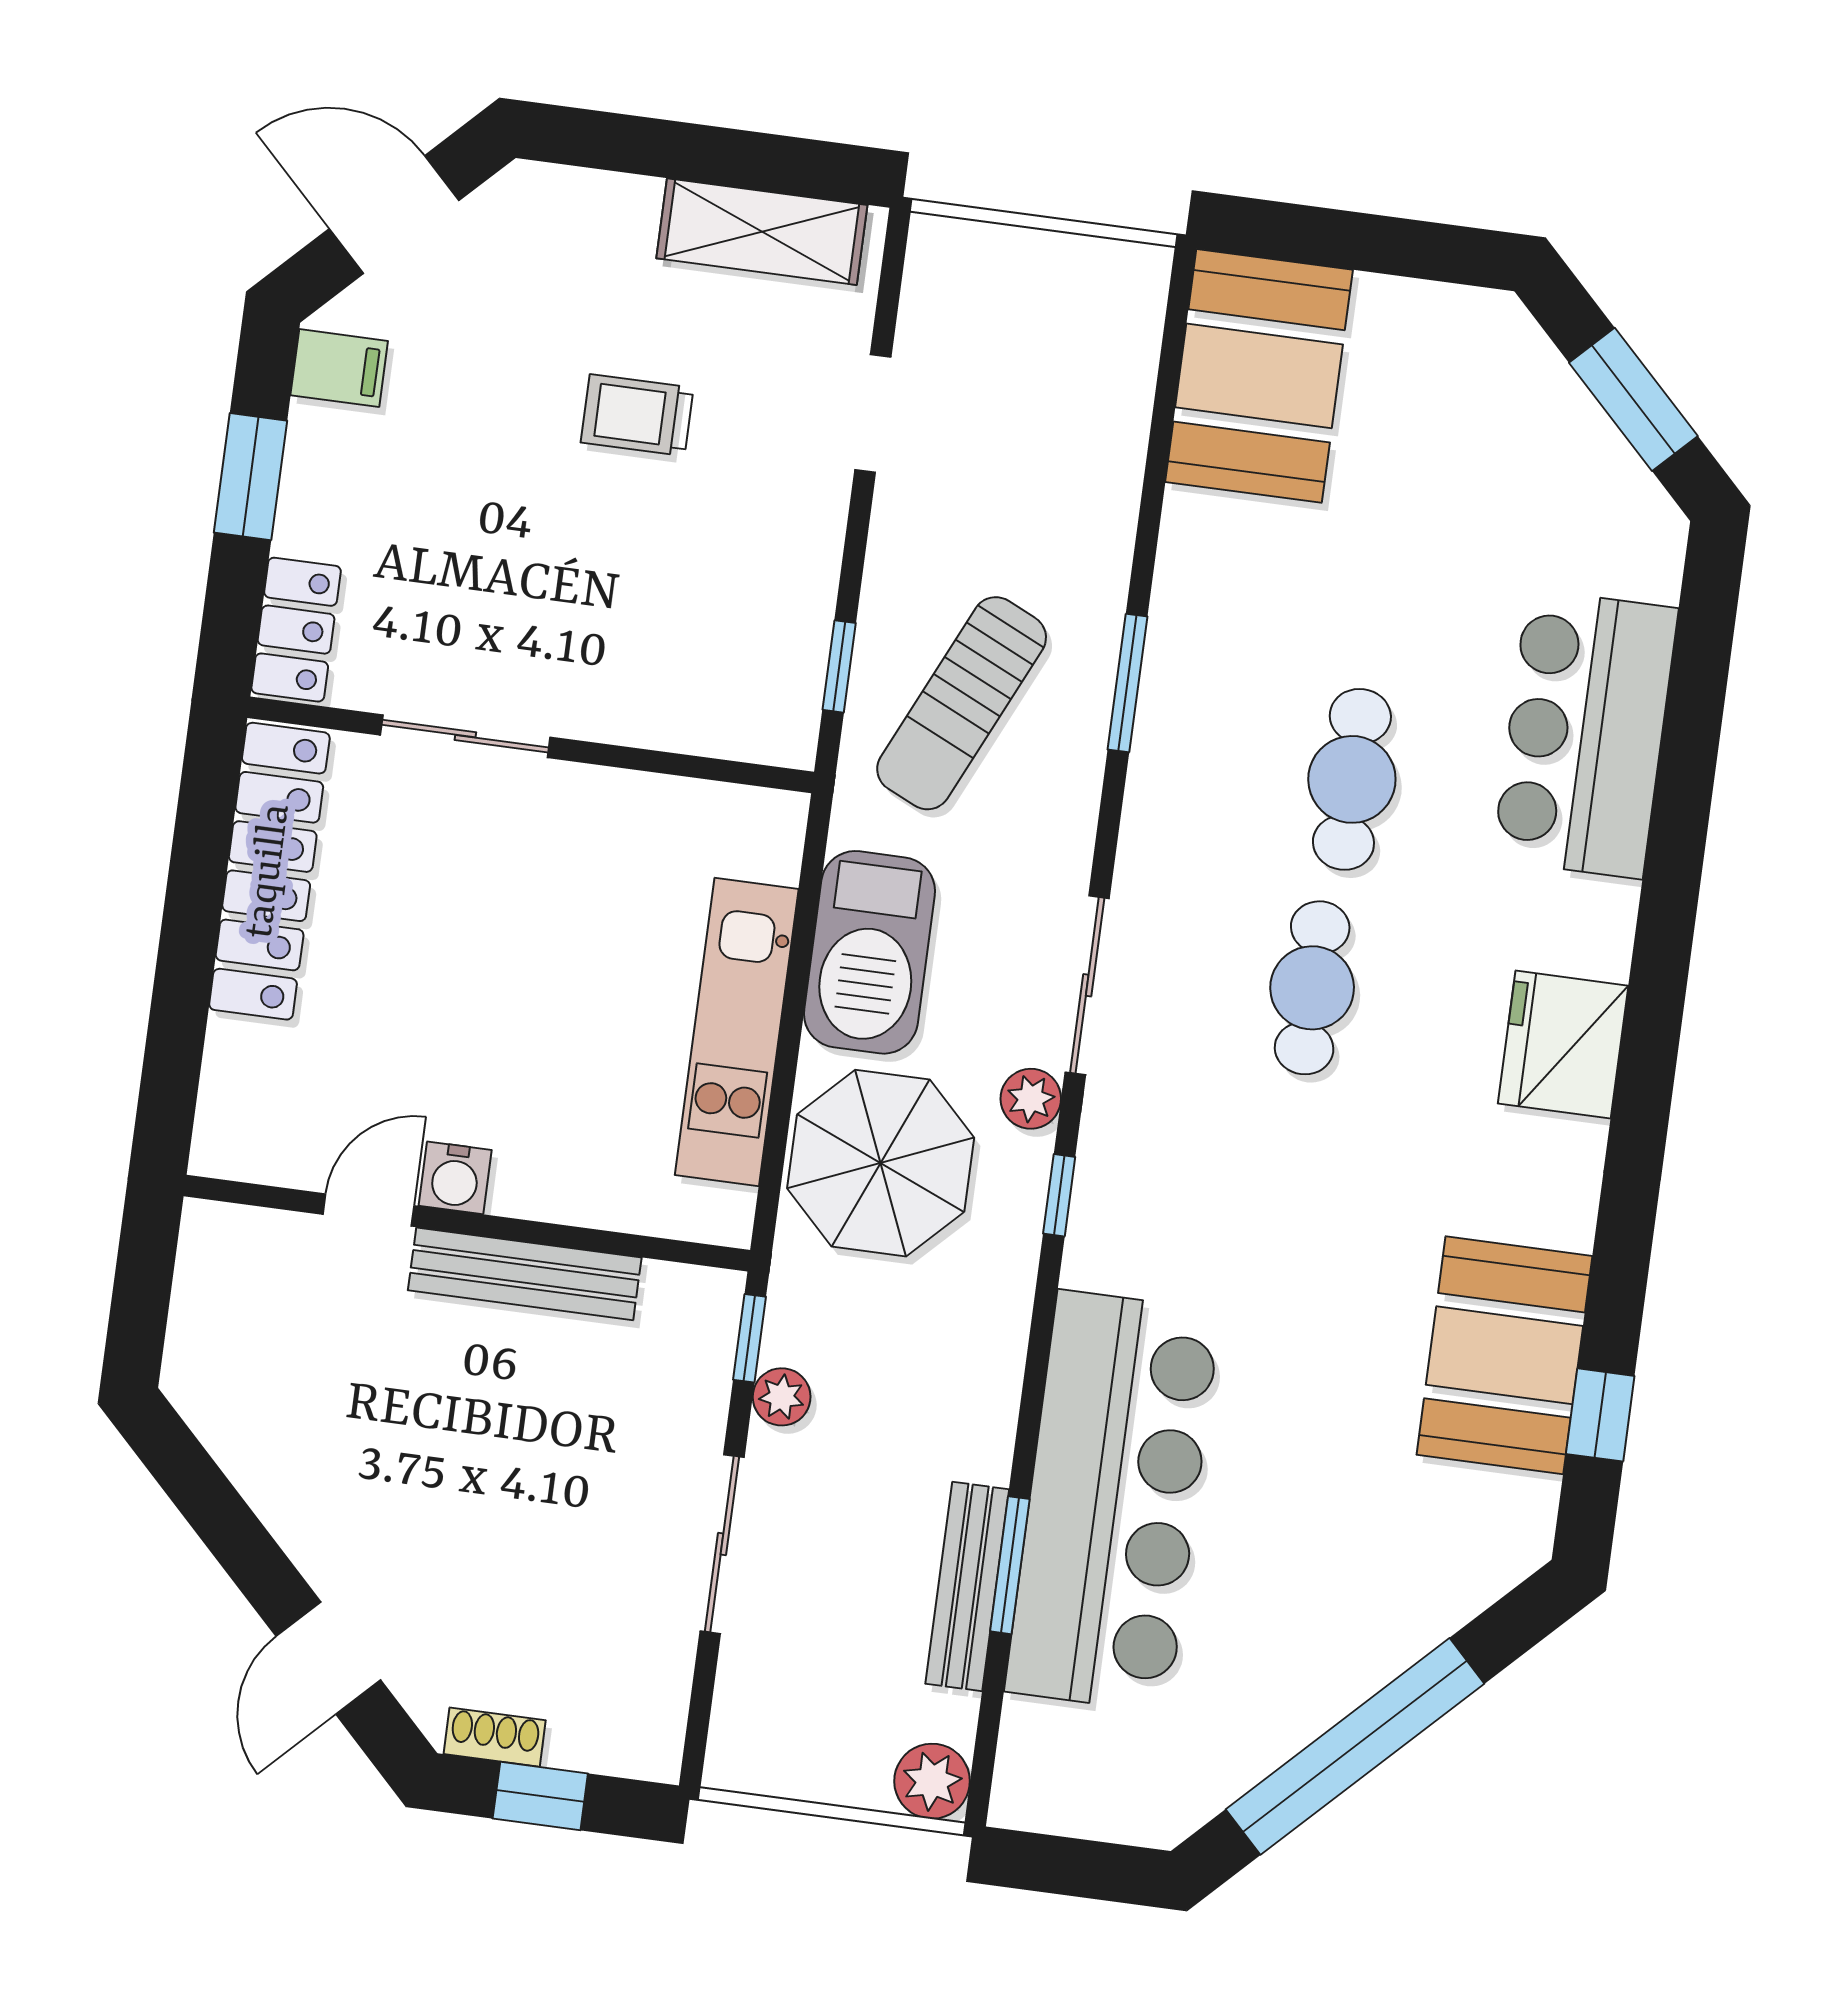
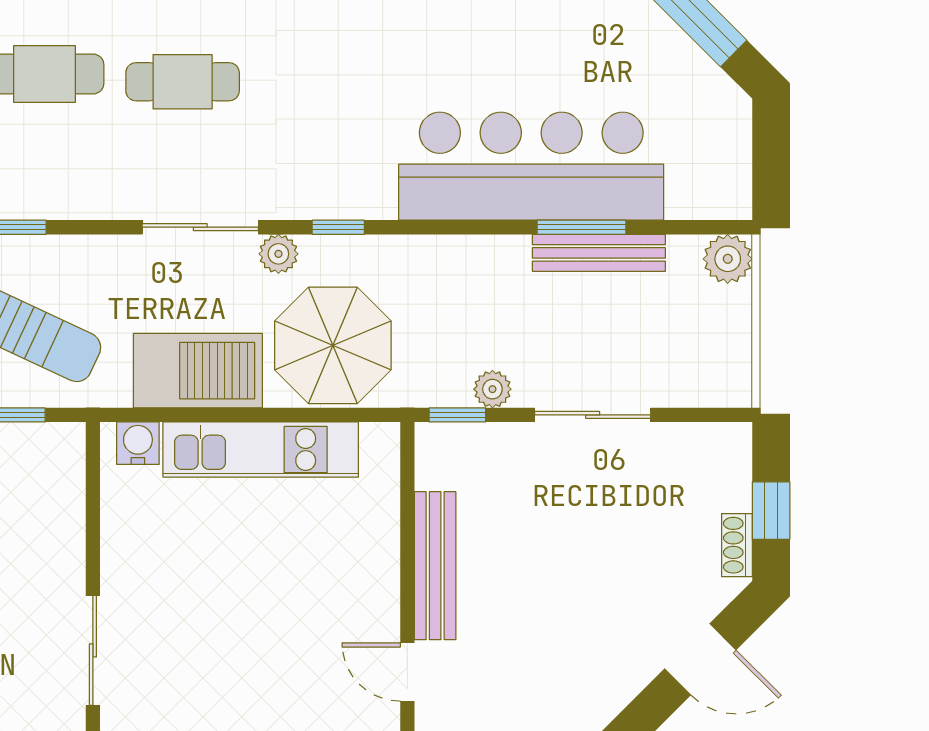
water cooler: (455, 1178) -> (138, 443), moved, turned -90

